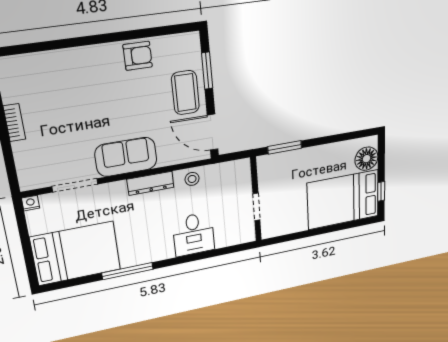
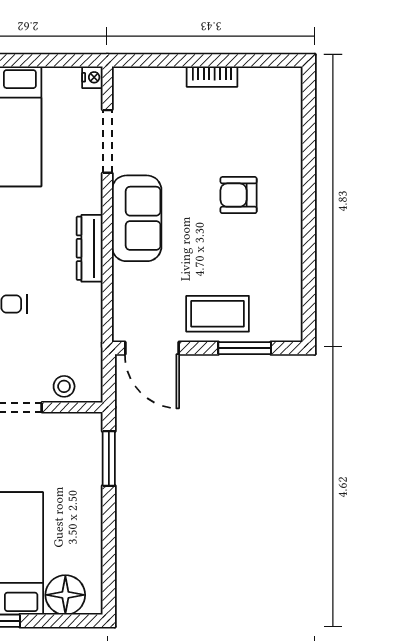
armchair: (138, 56) -> (239, 195), moved, turned 90
door: (213, 132) -> (152, 348), swing flipped
stool: (192, 179) -> (64, 386), moved

